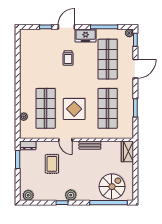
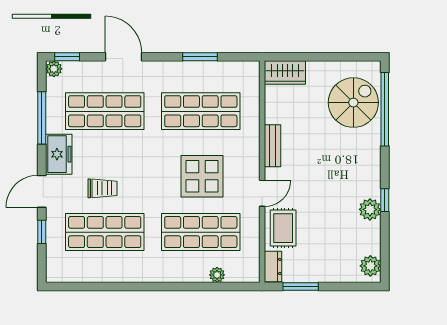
door: (66, 27) -> (42, 191), hinge flipped
shop shelf: (46, 59) -> (105, 232), added
rug: (52, 164) -> (283, 228), moved, turned 90
spiral stairs: (112, 187) -> (353, 103), turned 90
plant: (71, 195) -> (370, 209), moved

